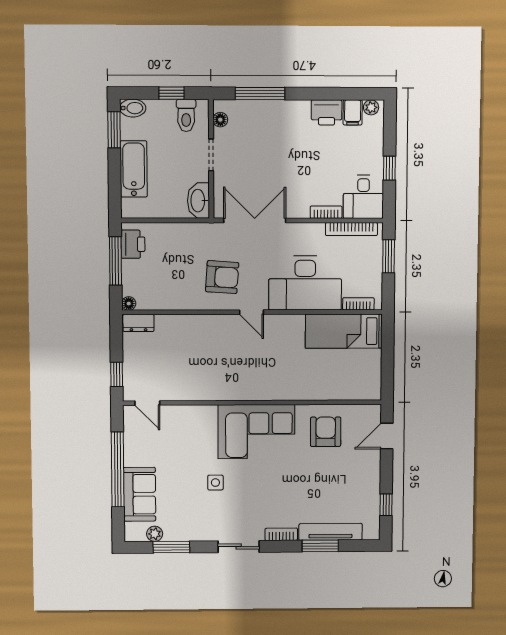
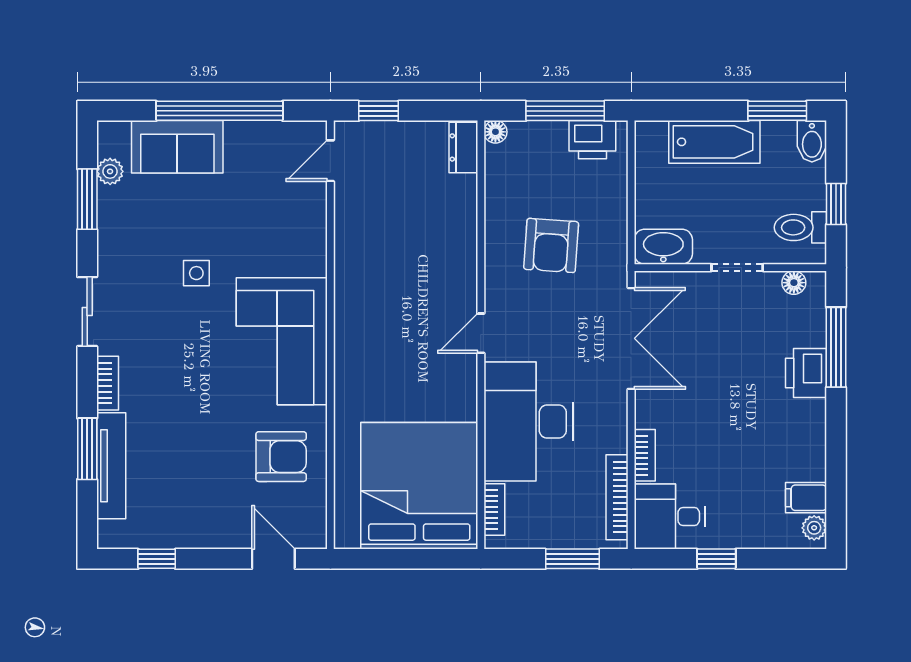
printer: (327, 112) -> (806, 373), moved
armchair: (222, 277) -> (551, 245), moved
bed: (344, 331) -> (419, 486), width x2.04

